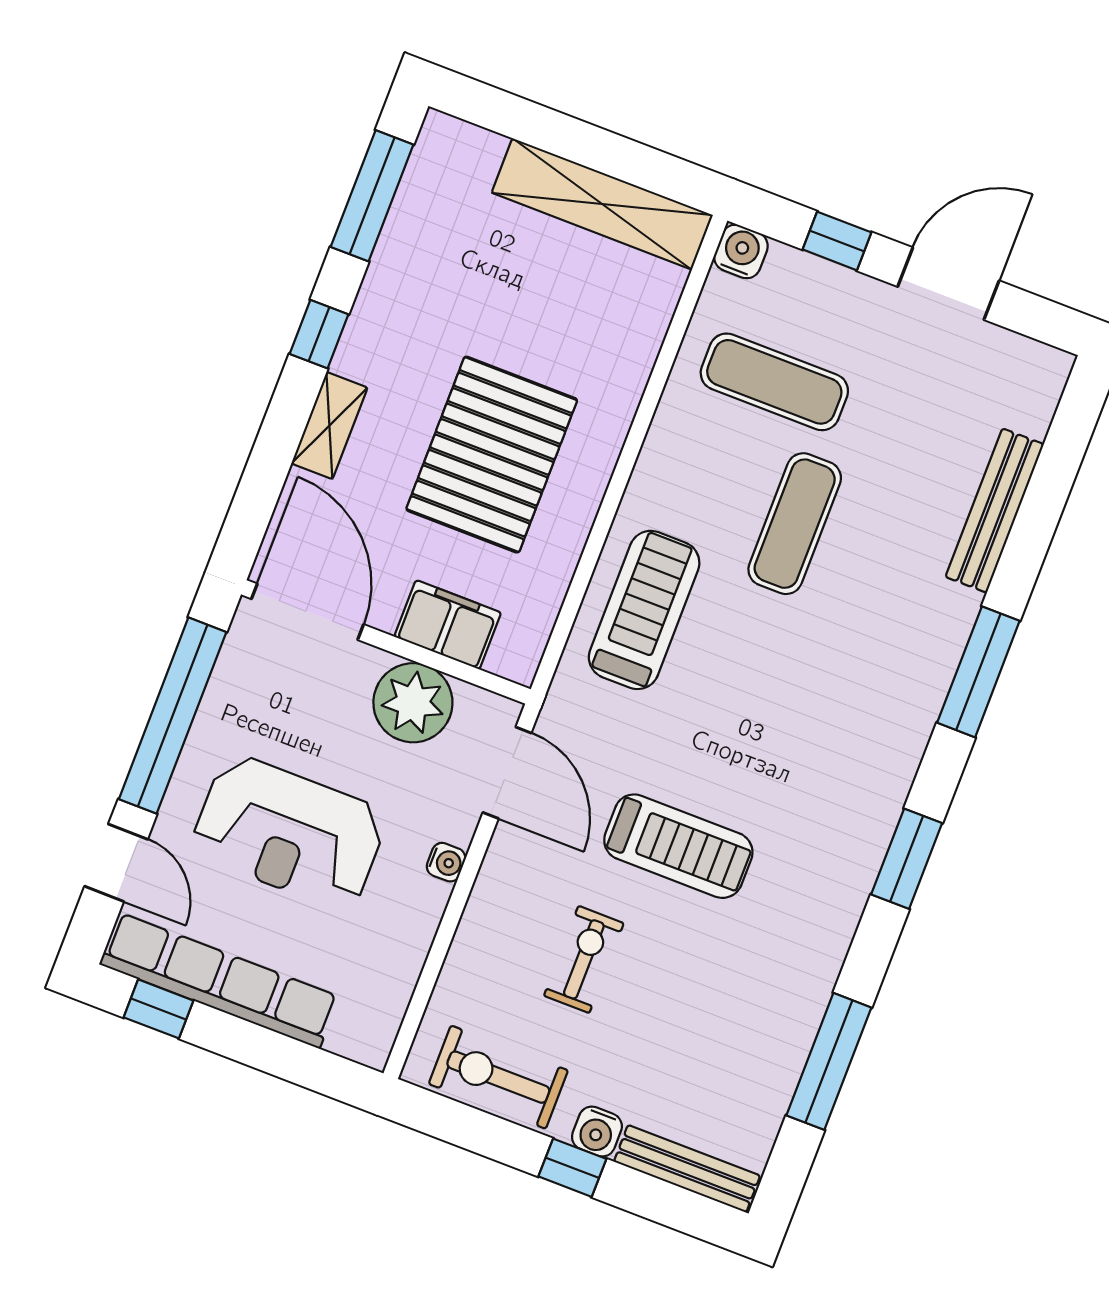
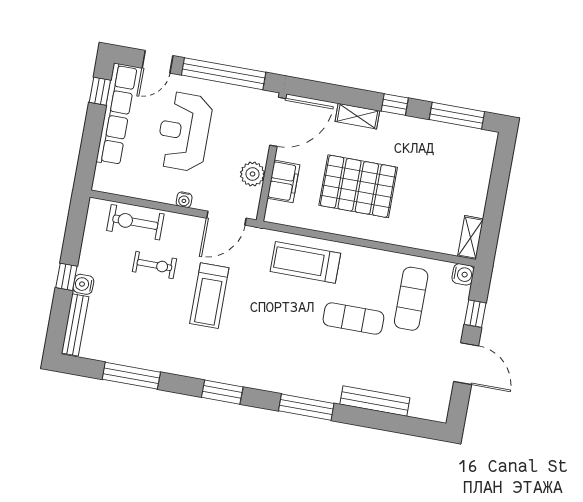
shelving: (602, 204) -> (470, 238), width x0.45, depth x0.75
treadmill: (644, 610) -> (305, 262), turned 180
plant: (413, 703) -> (253, 174), width x0.73, depth x0.73
exercise bike: (498, 1077) -> (135, 222), moved, turned -90

